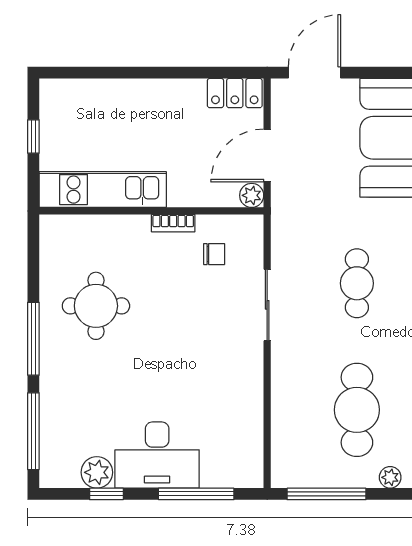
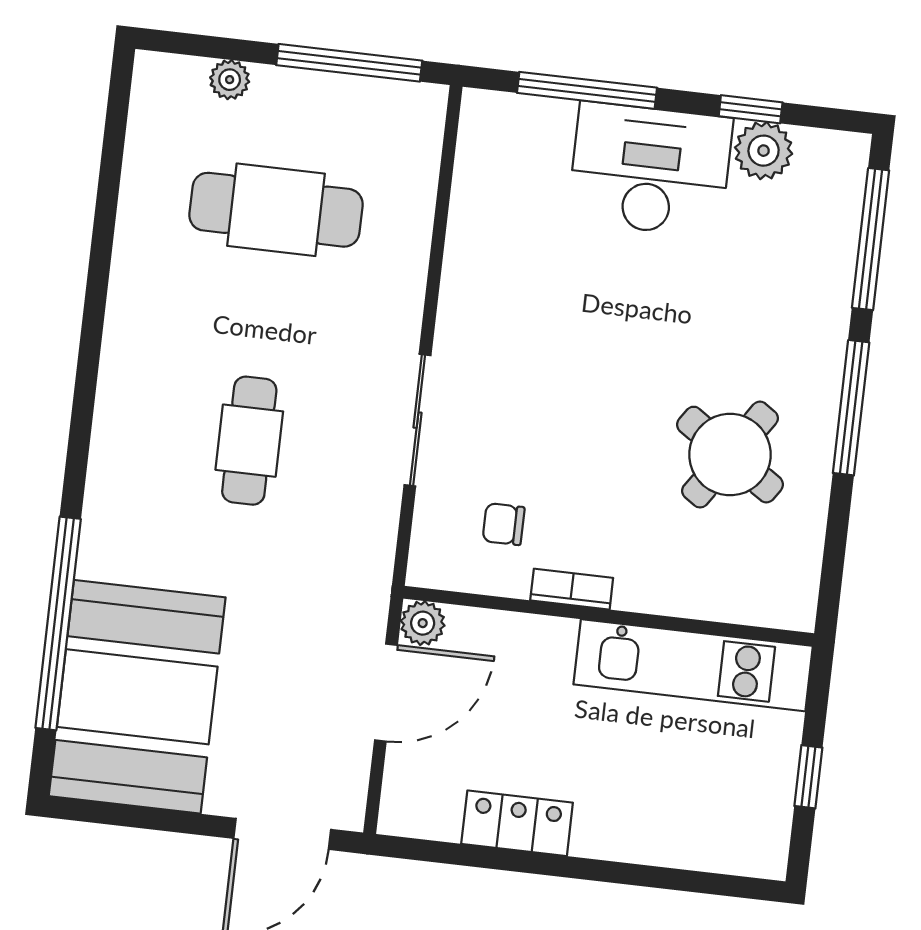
locker: (235, 93) -> (517, 823), moved
round table: (96, 306) -> (730, 455), turned 34
cafe table: (357, 410) -> (276, 210), turned 90

